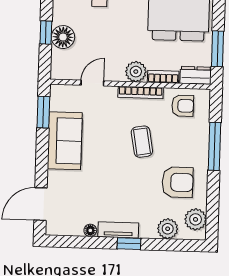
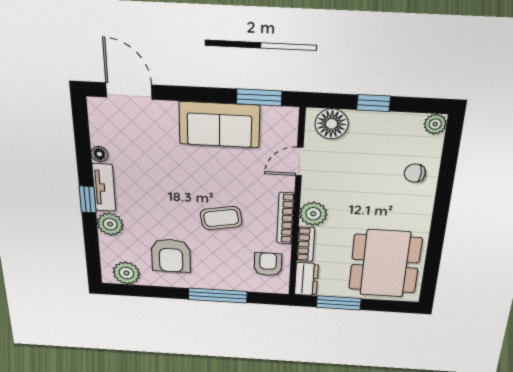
floor lamp: (63, 37) -> (332, 124), moved
door: (92, 83) -> (299, 161), swing flipped
armchair: (183, 106) -> (268, 264), turned 180
plant: (168, 229) -> (110, 224), moved

